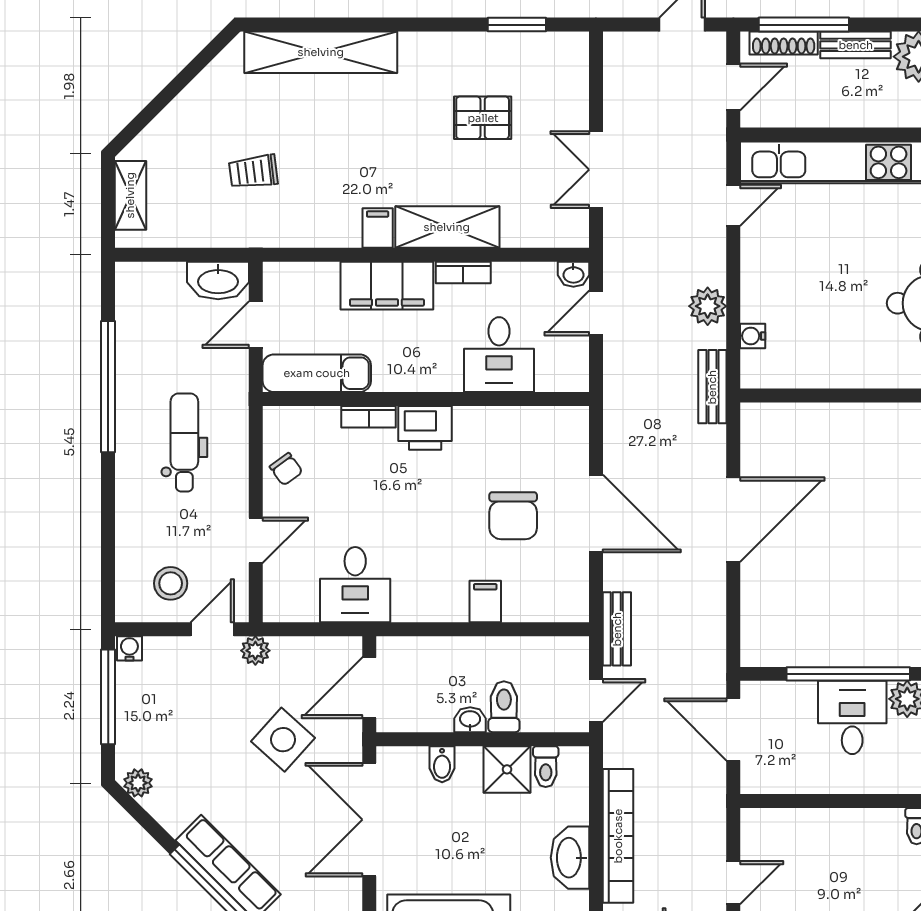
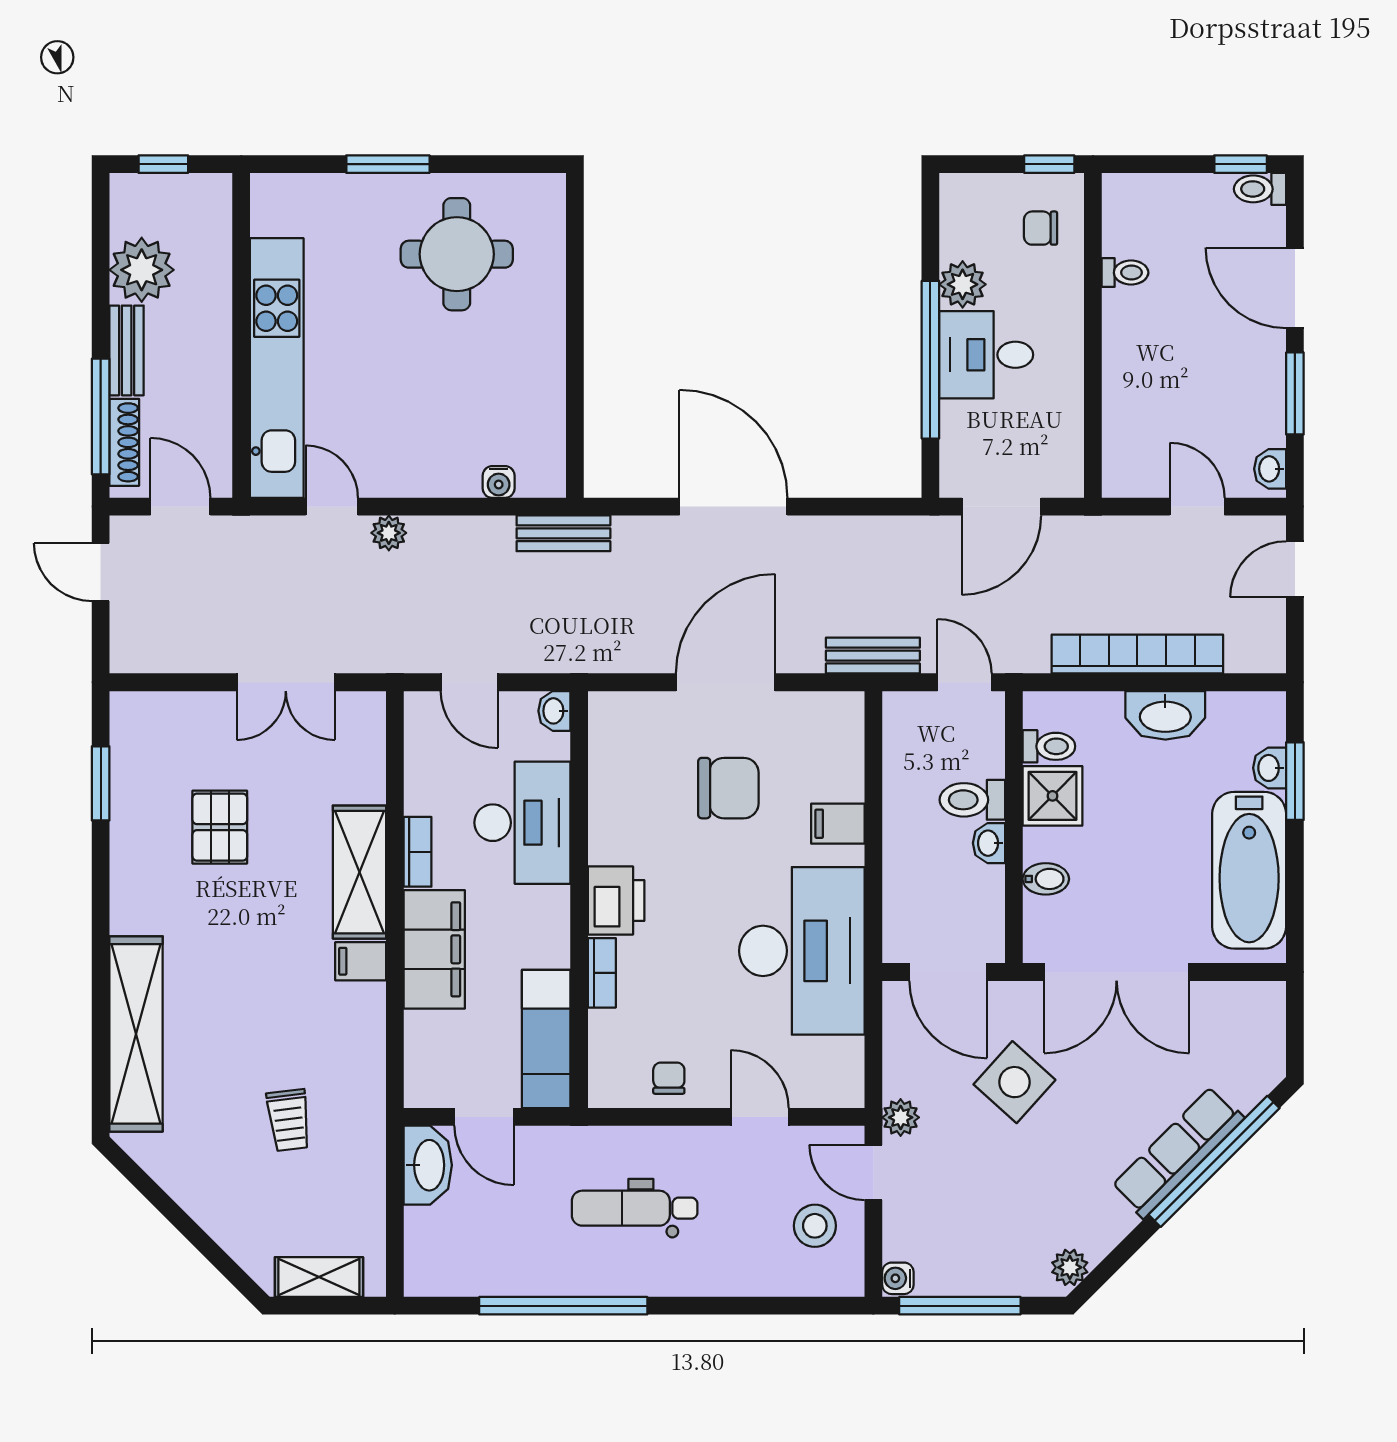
washbasin: (573, 274) -> (554, 711), moved, turned 180
plant: (708, 306) -> (389, 533), moved, width x0.73, depth x0.73
desk: (499, 355) -> (522, 823), width x1.37
chair: (286, 469) -> (669, 1078), turned -54
desk: (355, 585) -> (802, 951), width x1.87, depth x1.30

